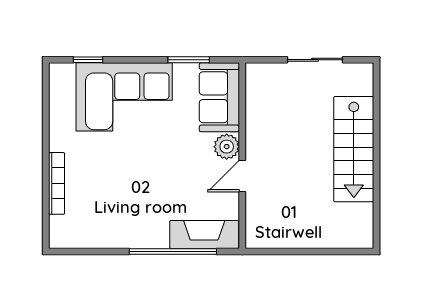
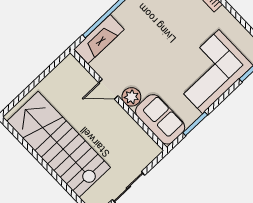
stairs: (354, 149) -> (59, 144), width x1.36, depth x1.51
door: (242, 176) -> (108, 89), swing flipped

